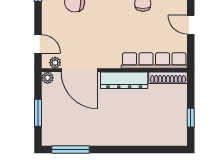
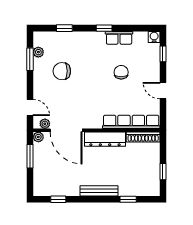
window: (38, 113) -> (30, 156), moved
bench: (117, 140) -> (99, 191), added
window: (70, 149) -> (58, 199), width x0.46
window: (151, 149) -> (128, 199), added

